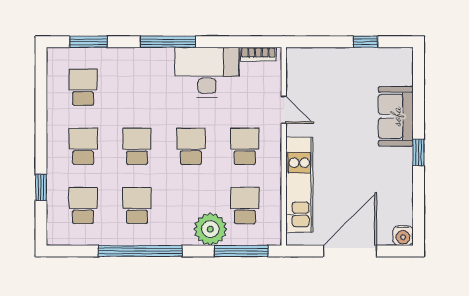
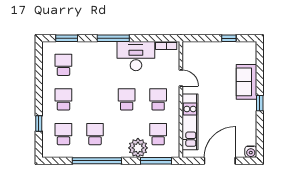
school desk: (137, 146) -> (95, 99), removed

